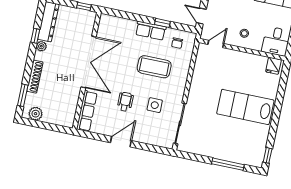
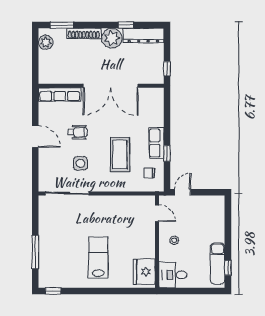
plant: (41, 46) -> (112, 38), width x1.88, depth x1.88
fridge: (273, 66) -> (144, 272), width x1.88, depth x1.34
lab bench: (245, 107) -> (98, 257), width x0.73, depth x0.72

